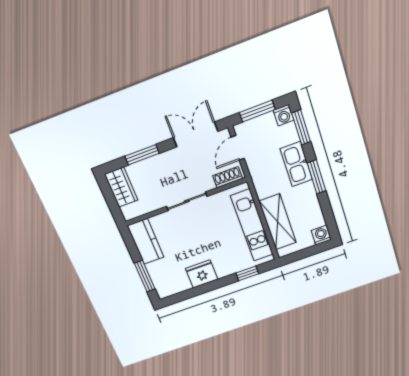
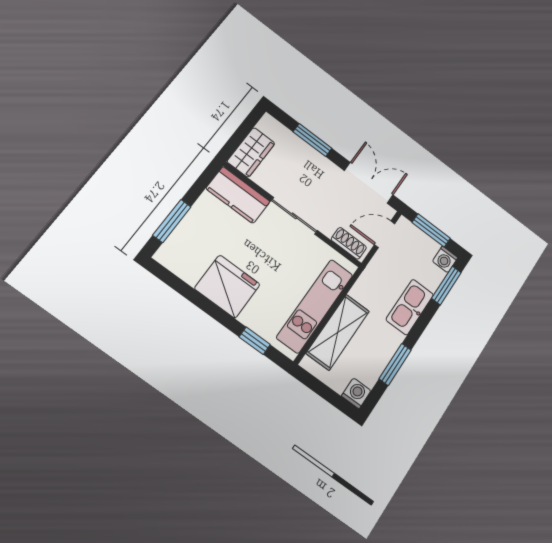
window: (317, 177) -> (395, 364), moved
wardrobe: (121, 187) -> (251, 152), moved
kitchen counter: (146, 241) -> (238, 195), moved, turned 90
fridge: (202, 274) -> (227, 286), width x1.36, depth x1.34

